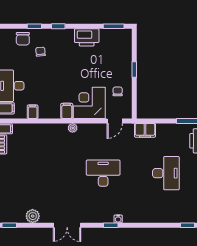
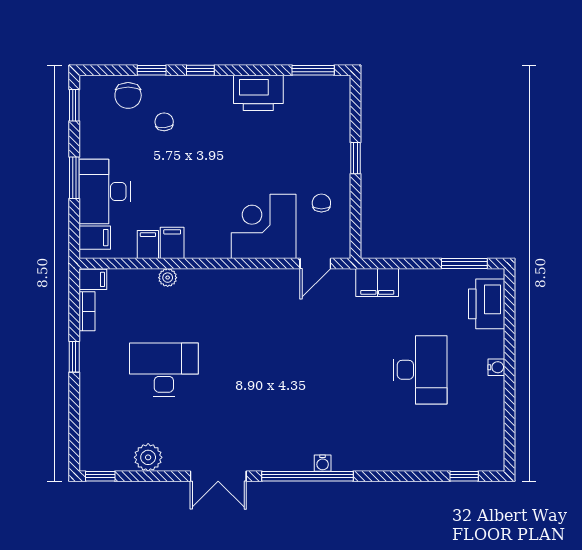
filing cabinet: (67, 111) -> (172, 243), moved
plant: (73, 128) -> (168, 278), moved
desk: (103, 173) -> (164, 370), moved
window: (111, 225) -> (308, 476), width x3.17

